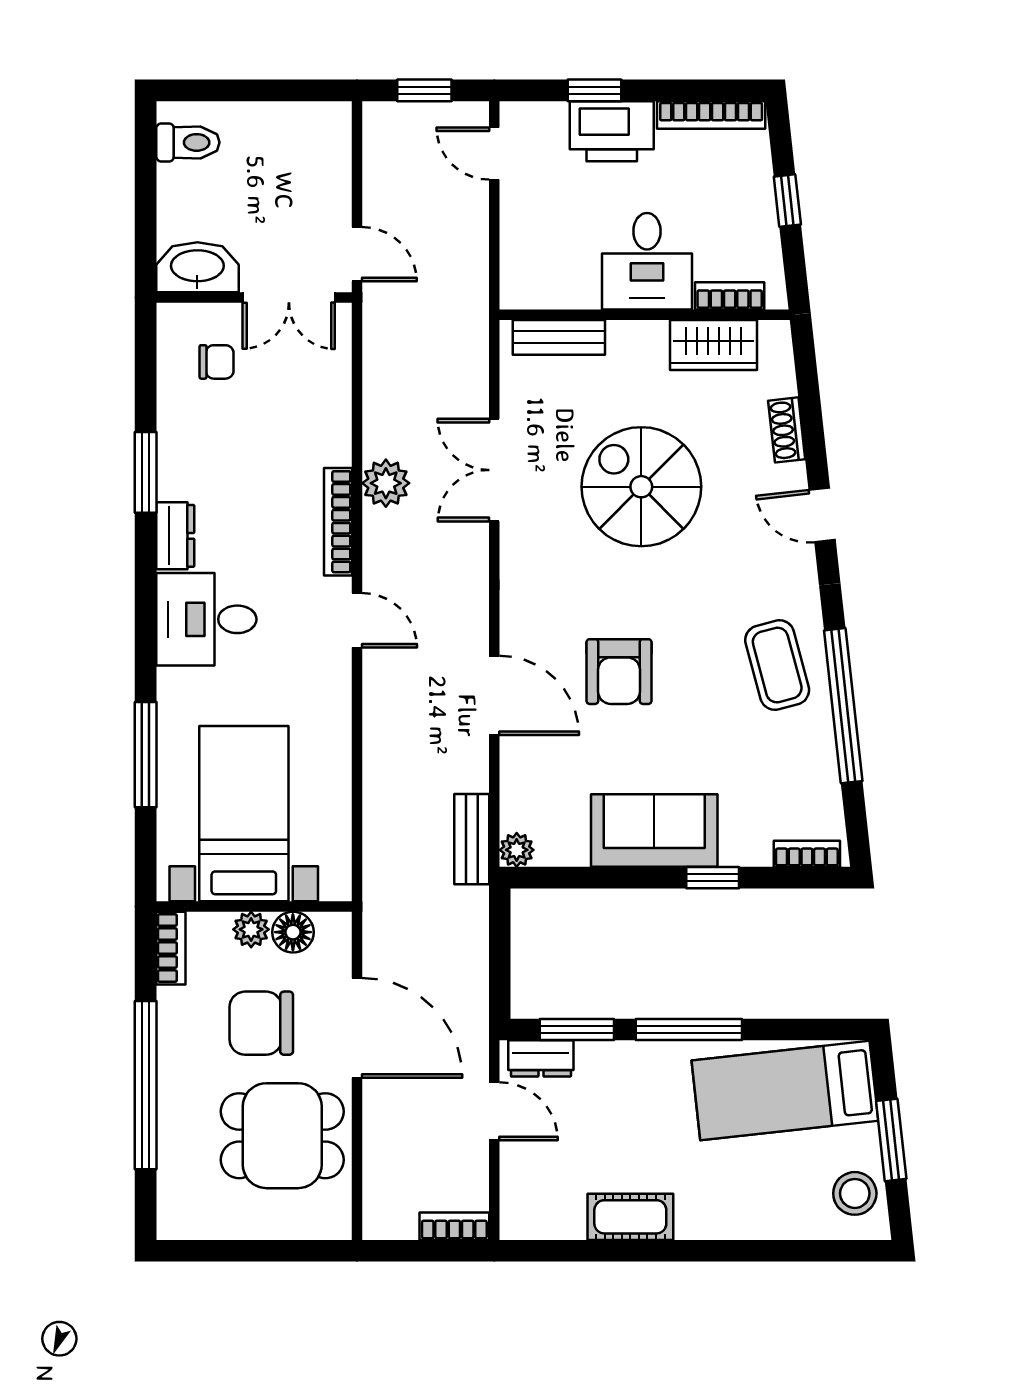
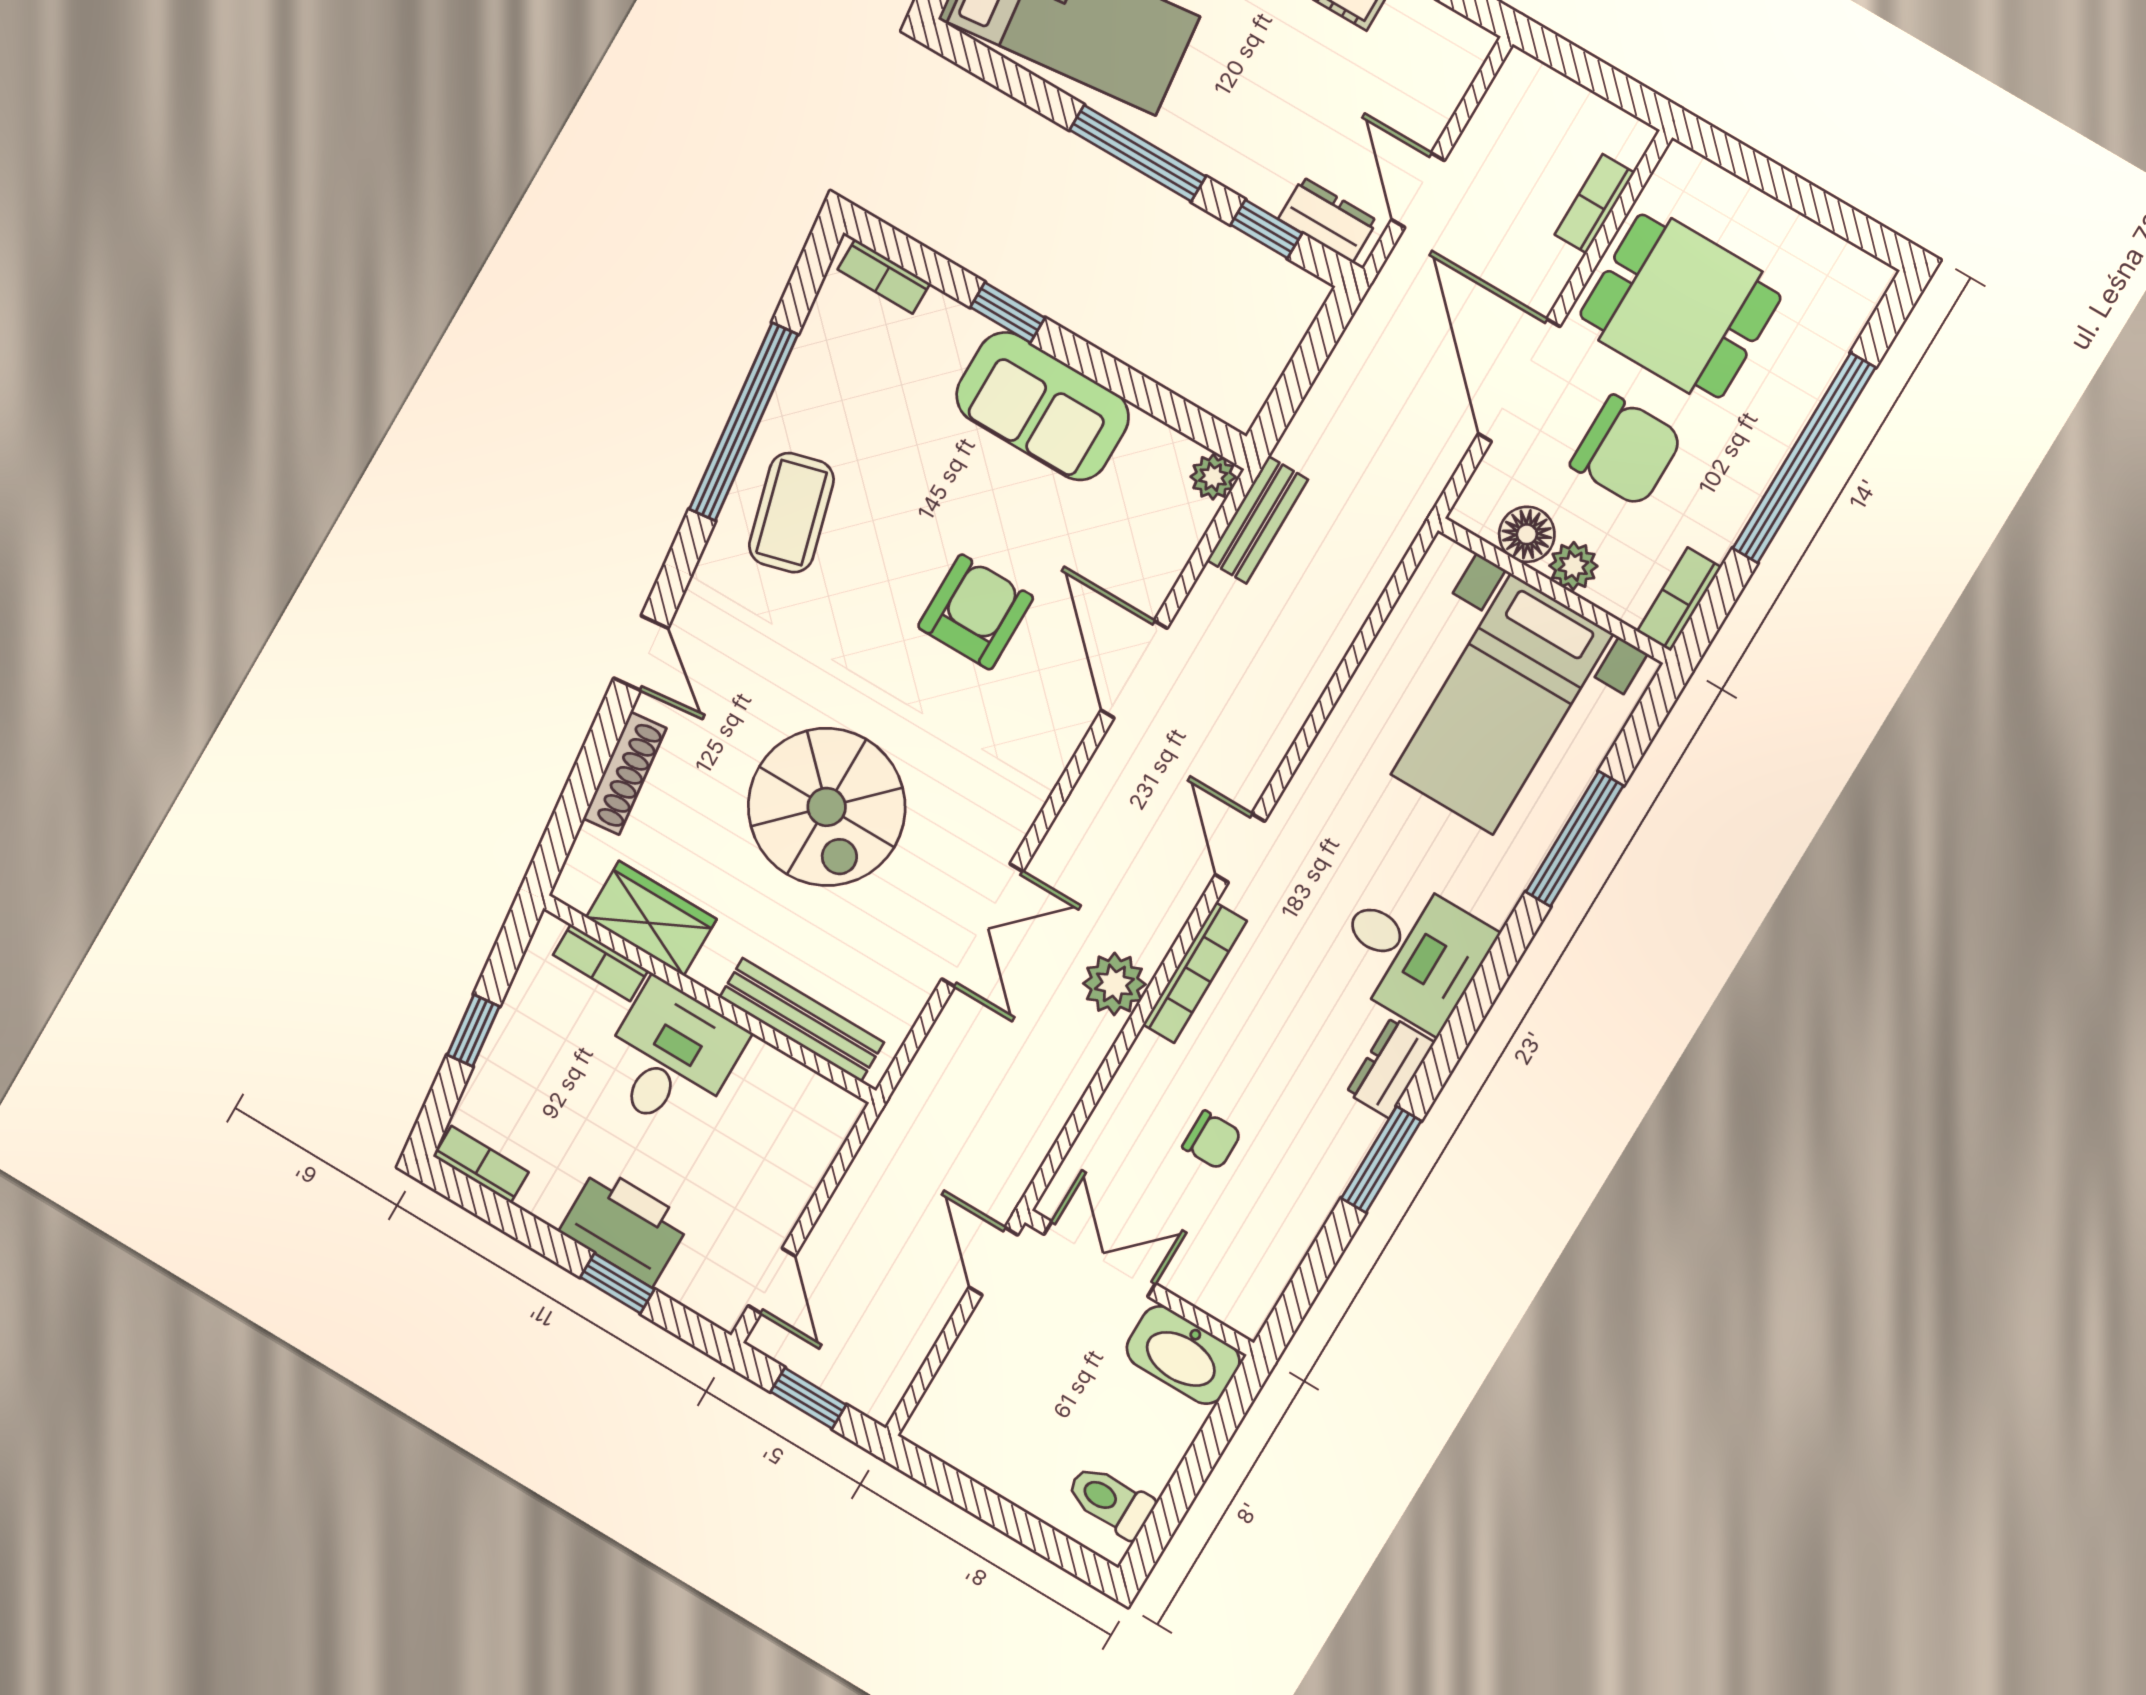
bookcase: (711, 115) -> (481, 1164), width x0.64
bench: (559, 337) -> (802, 1020), width x1.36
chair: (217, 362) -> (1212, 1140), moved, turned 180
shoe rack: (787, 430) -> (625, 773), width x1.43
window: (577, 1029) -> (1266, 229), width x0.67
bookcase: (454, 1226) -> (1595, 204), moved, turned 90

